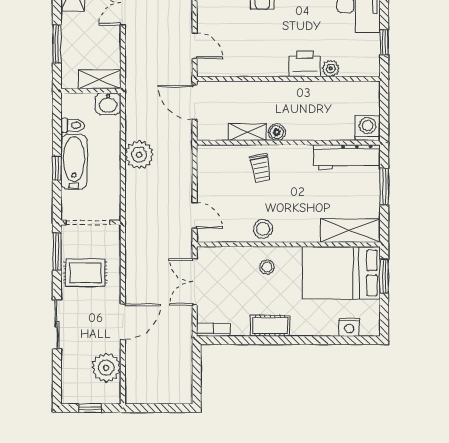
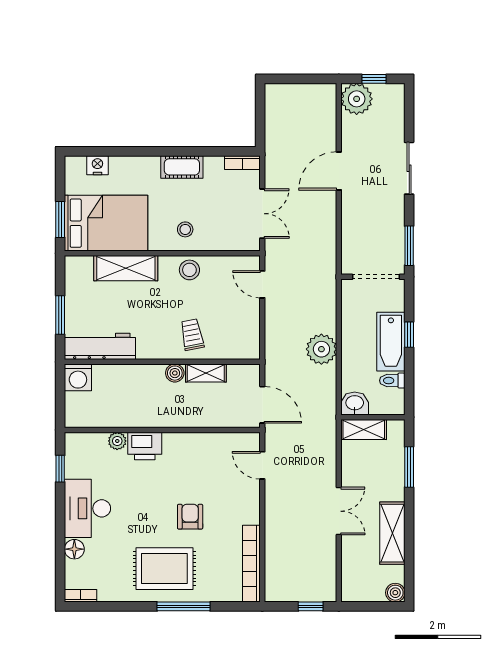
shelving: (350, 231) -> (126, 268), moved
rug: (85, 273) -> (379, 223), removed
plant: (106, 368) -> (357, 99), moved

